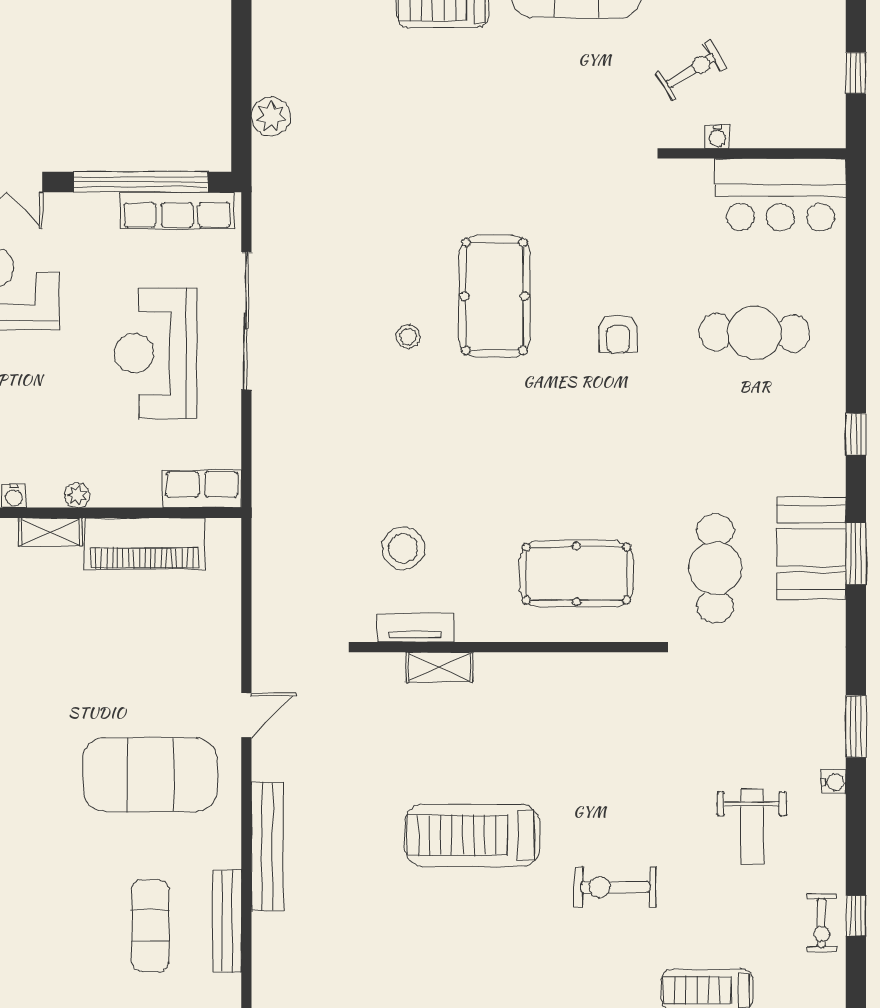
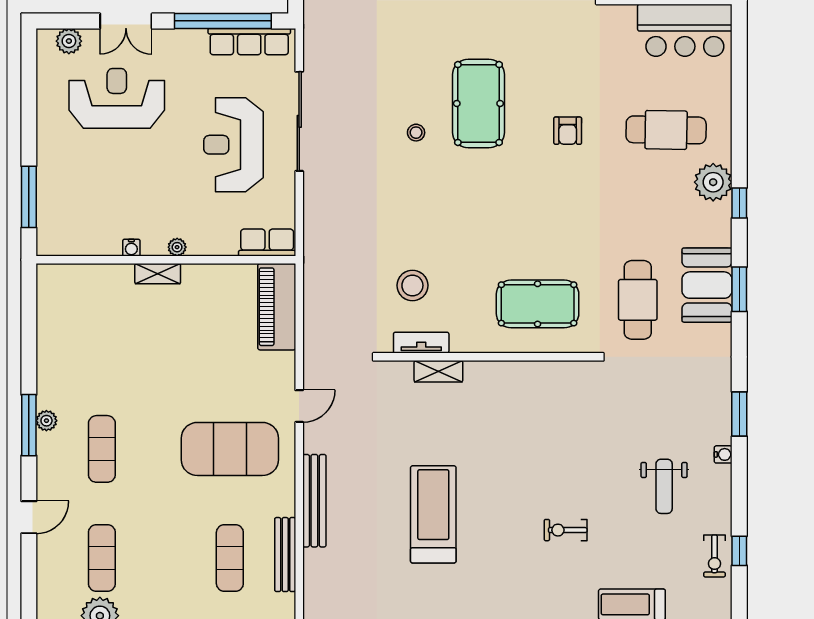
plant: (820, 405) -> (713, 182), added
piano: (145, 544) -> (277, 307), moved, turned 90
treadmill: (472, 835) -> (433, 514), moved, turned 90
exercise bike: (615, 887) -> (566, 530), width x0.73, depth x0.72

